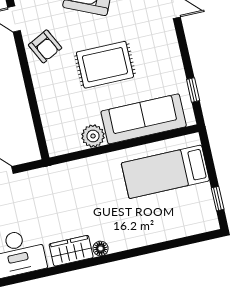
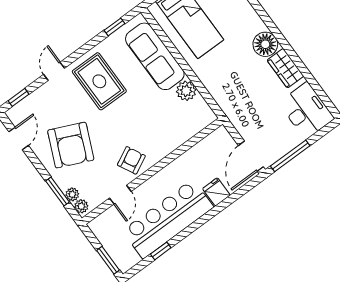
rug: (105, 65) -> (99, 81), moved
floor lamp: (101, 248) -> (265, 44), width x1.89, depth x1.89

